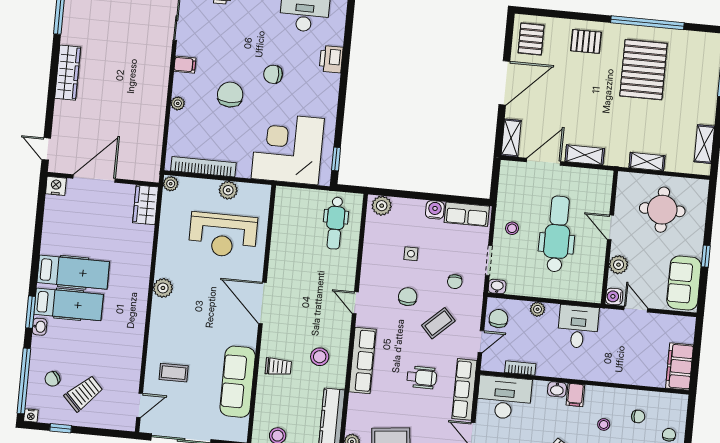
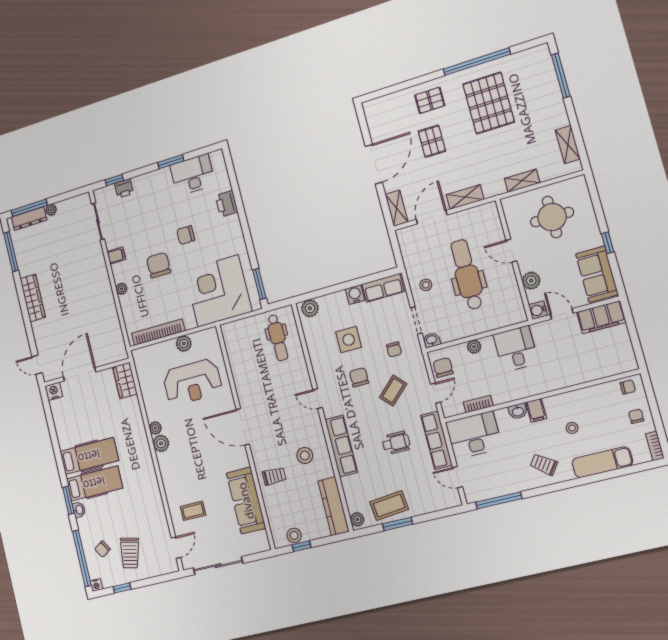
pallet: (531, 39) -> (432, 141), moved
window: (336, 159) -> (259, 284), width x1.50
plant: (171, 184) -> (155, 428), moved
side table: (411, 254) -> (349, 340), width x1.87, depth x1.87
filing cabinet: (680, 366) -> (601, 317), moved, turned -90
trolley: (84, 393) -> (130, 553), turned 146
chair: (638, 416) -> (628, 387), moved

